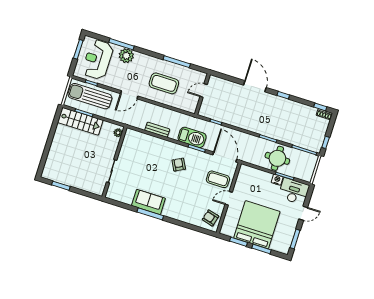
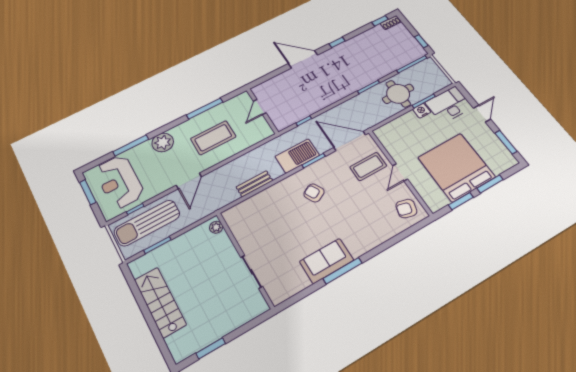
plant: (126, 56) -> (163, 142), moved
stairs: (80, 121) -> (160, 302), moved, turned -90

